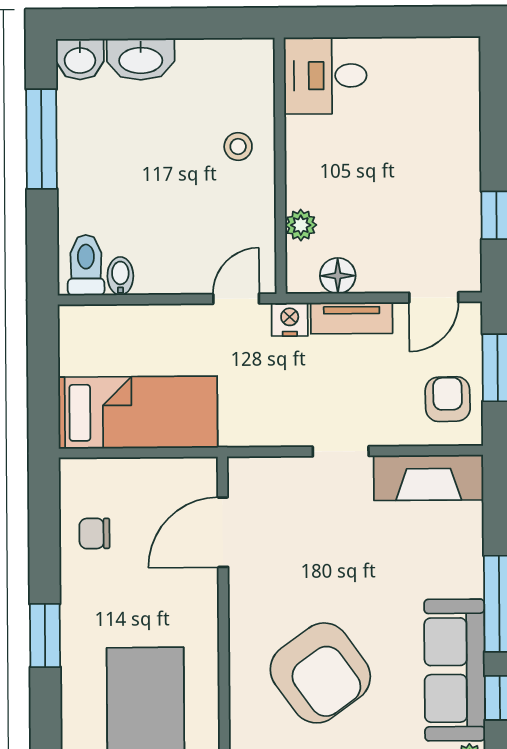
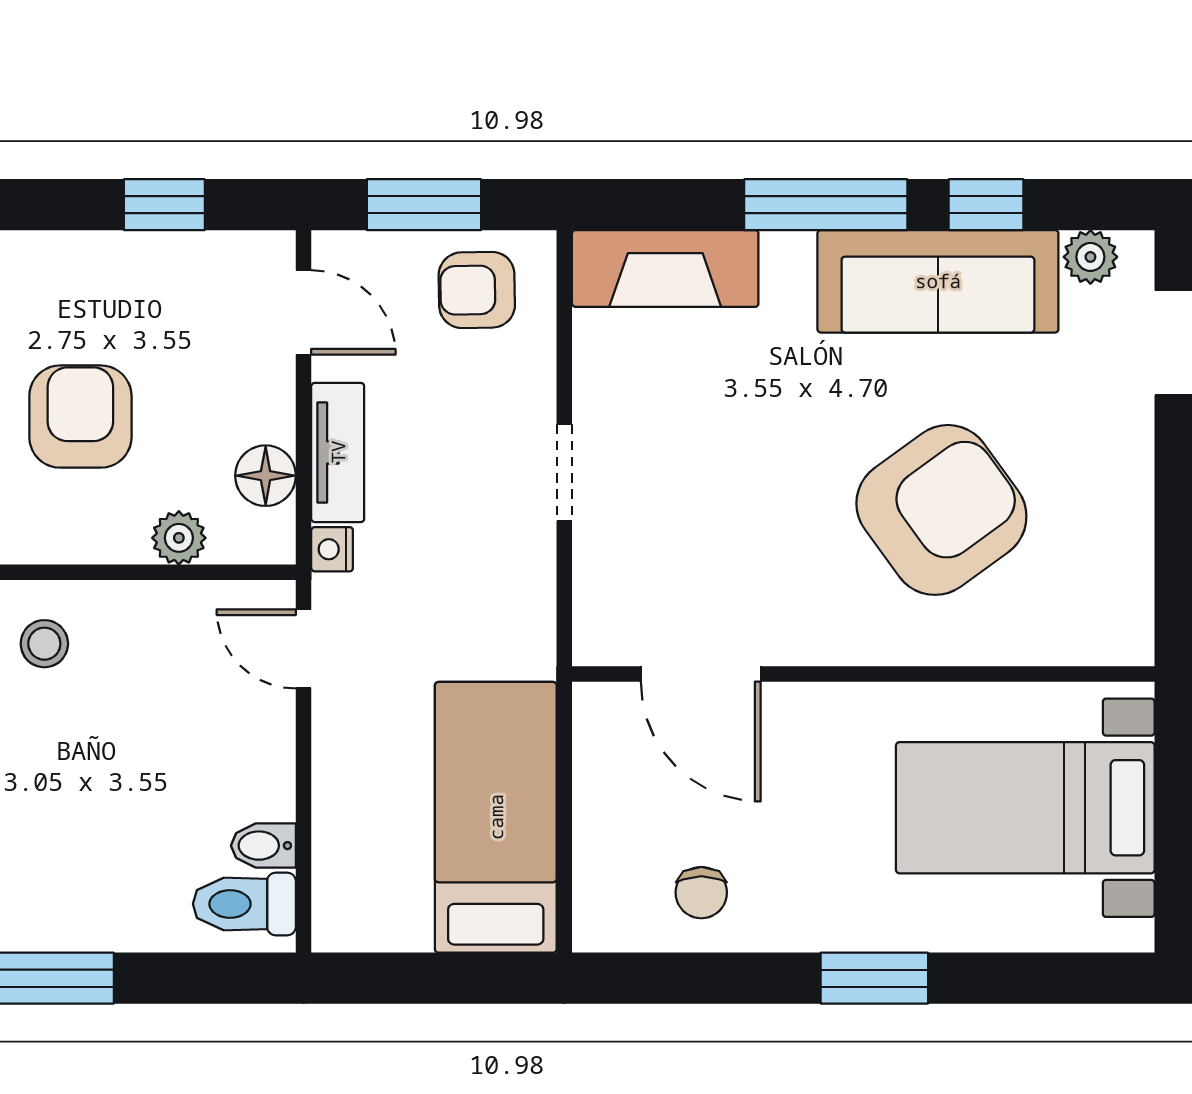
armchair: (372, 167) -> (80, 417), added
nightstand: (290, 319) -> (332, 549), width x0.72, depth x0.74
fireplace: (429, 478) -> (665, 268), moved, turned 90

